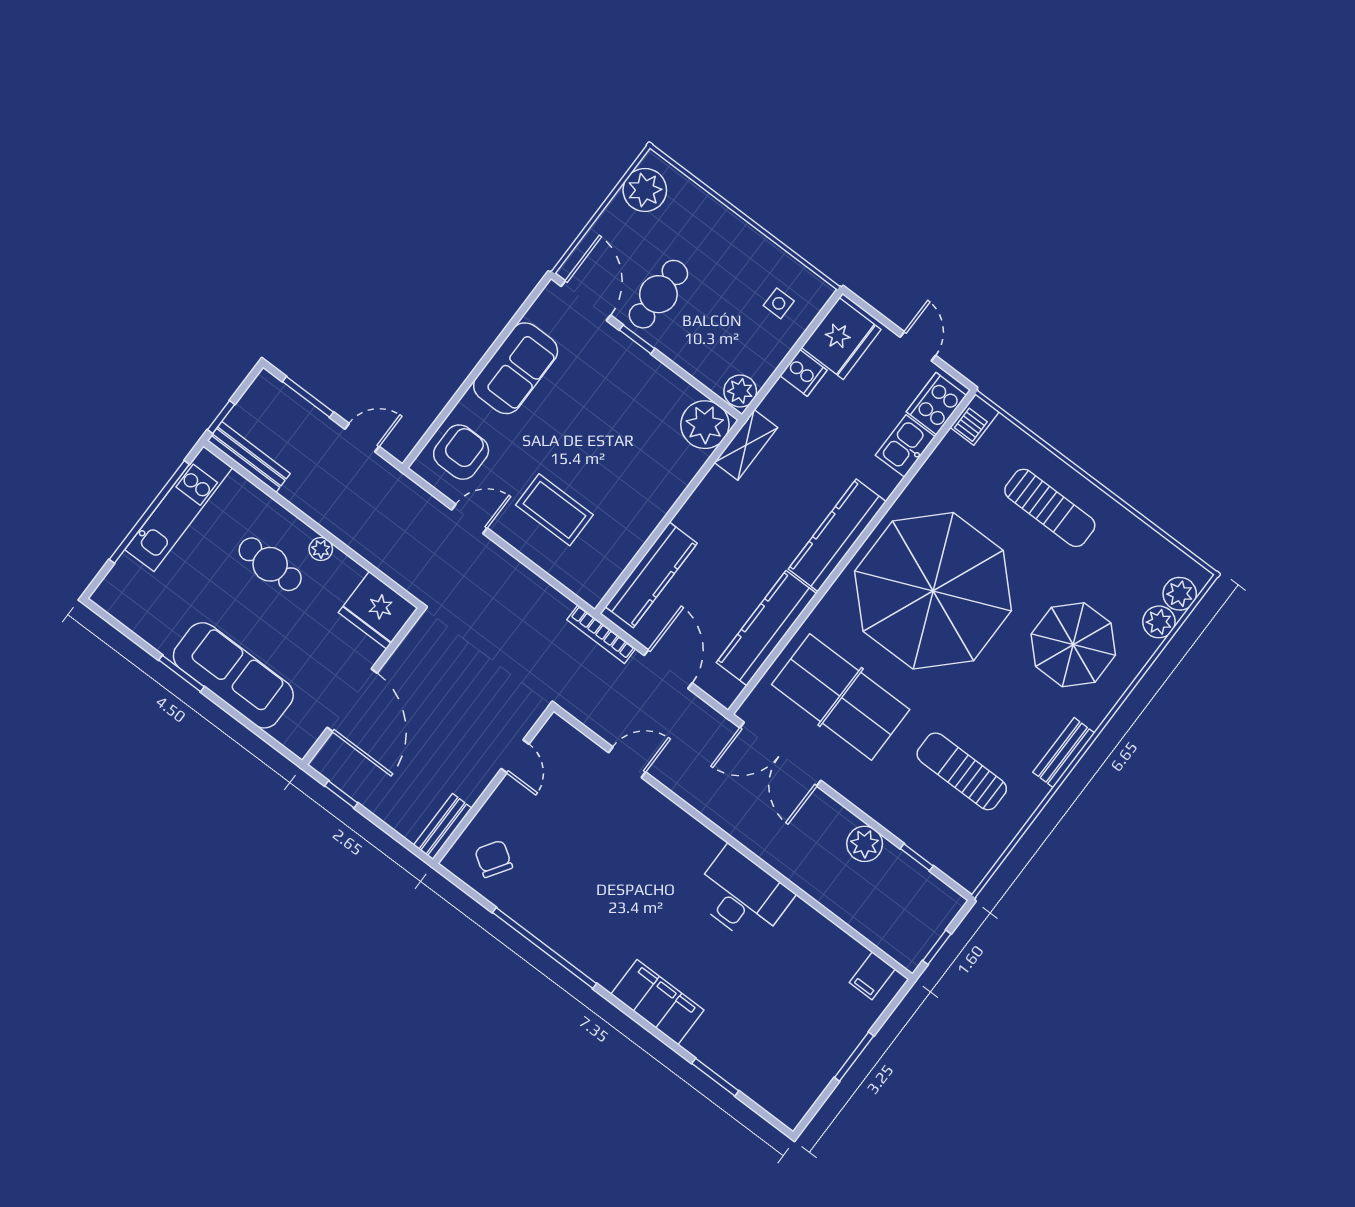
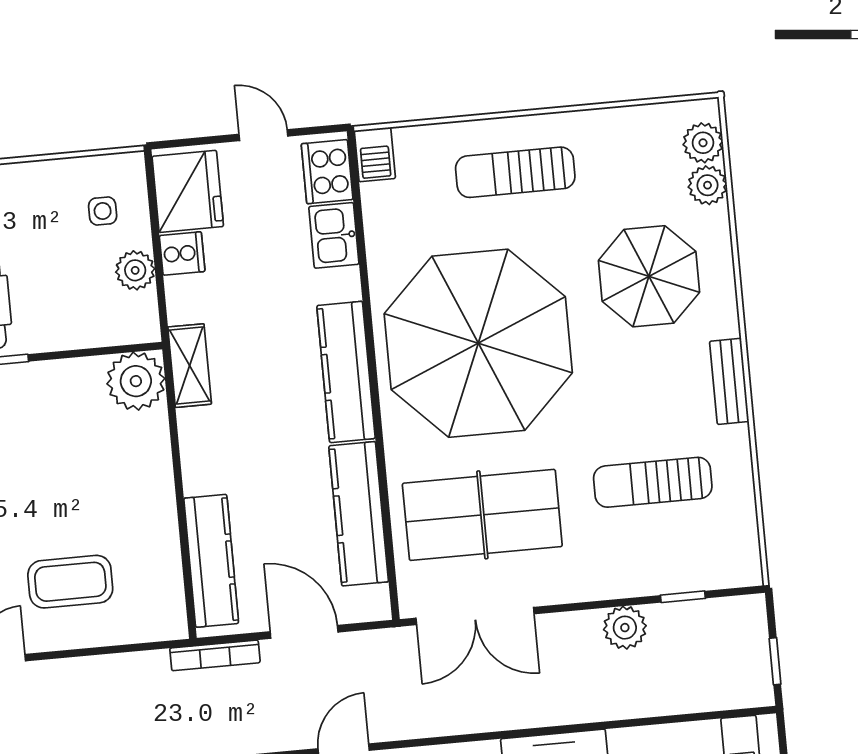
plant: (740, 391) -> (135, 270), moved
sun lounger: (1050, 508) -> (515, 172), turned 180

